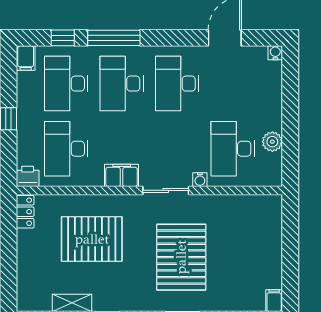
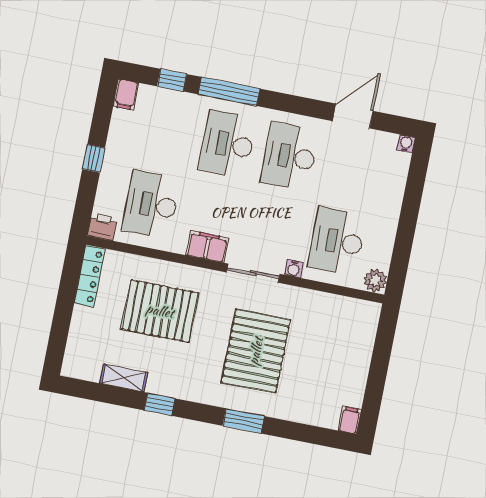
desk: (66, 84) -> (166, 132), removed
plant: (272, 142) -> (375, 280), moved
locker: (25, 212) -> (90, 276), width x1.53

